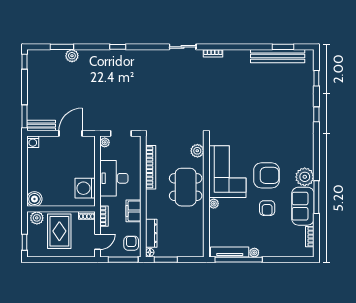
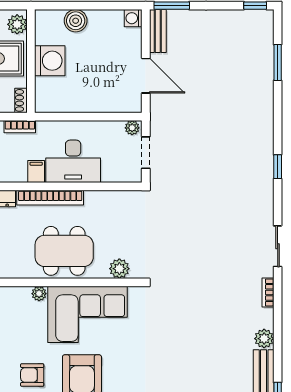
window: (118, 47) -> (278, 167), moved
plant: (72, 56) -> (264, 339), moved
bookcase: (151, 167) -> (50, 198), moved
desk: (114, 178) -> (73, 161), moved, turned 180
washing machine: (85, 188) -> (50, 61), moved, turned 90
boiler: (34, 199) -> (76, 21), moved
filing cabinet: (133, 211) -> (36, 171), width x0.50

